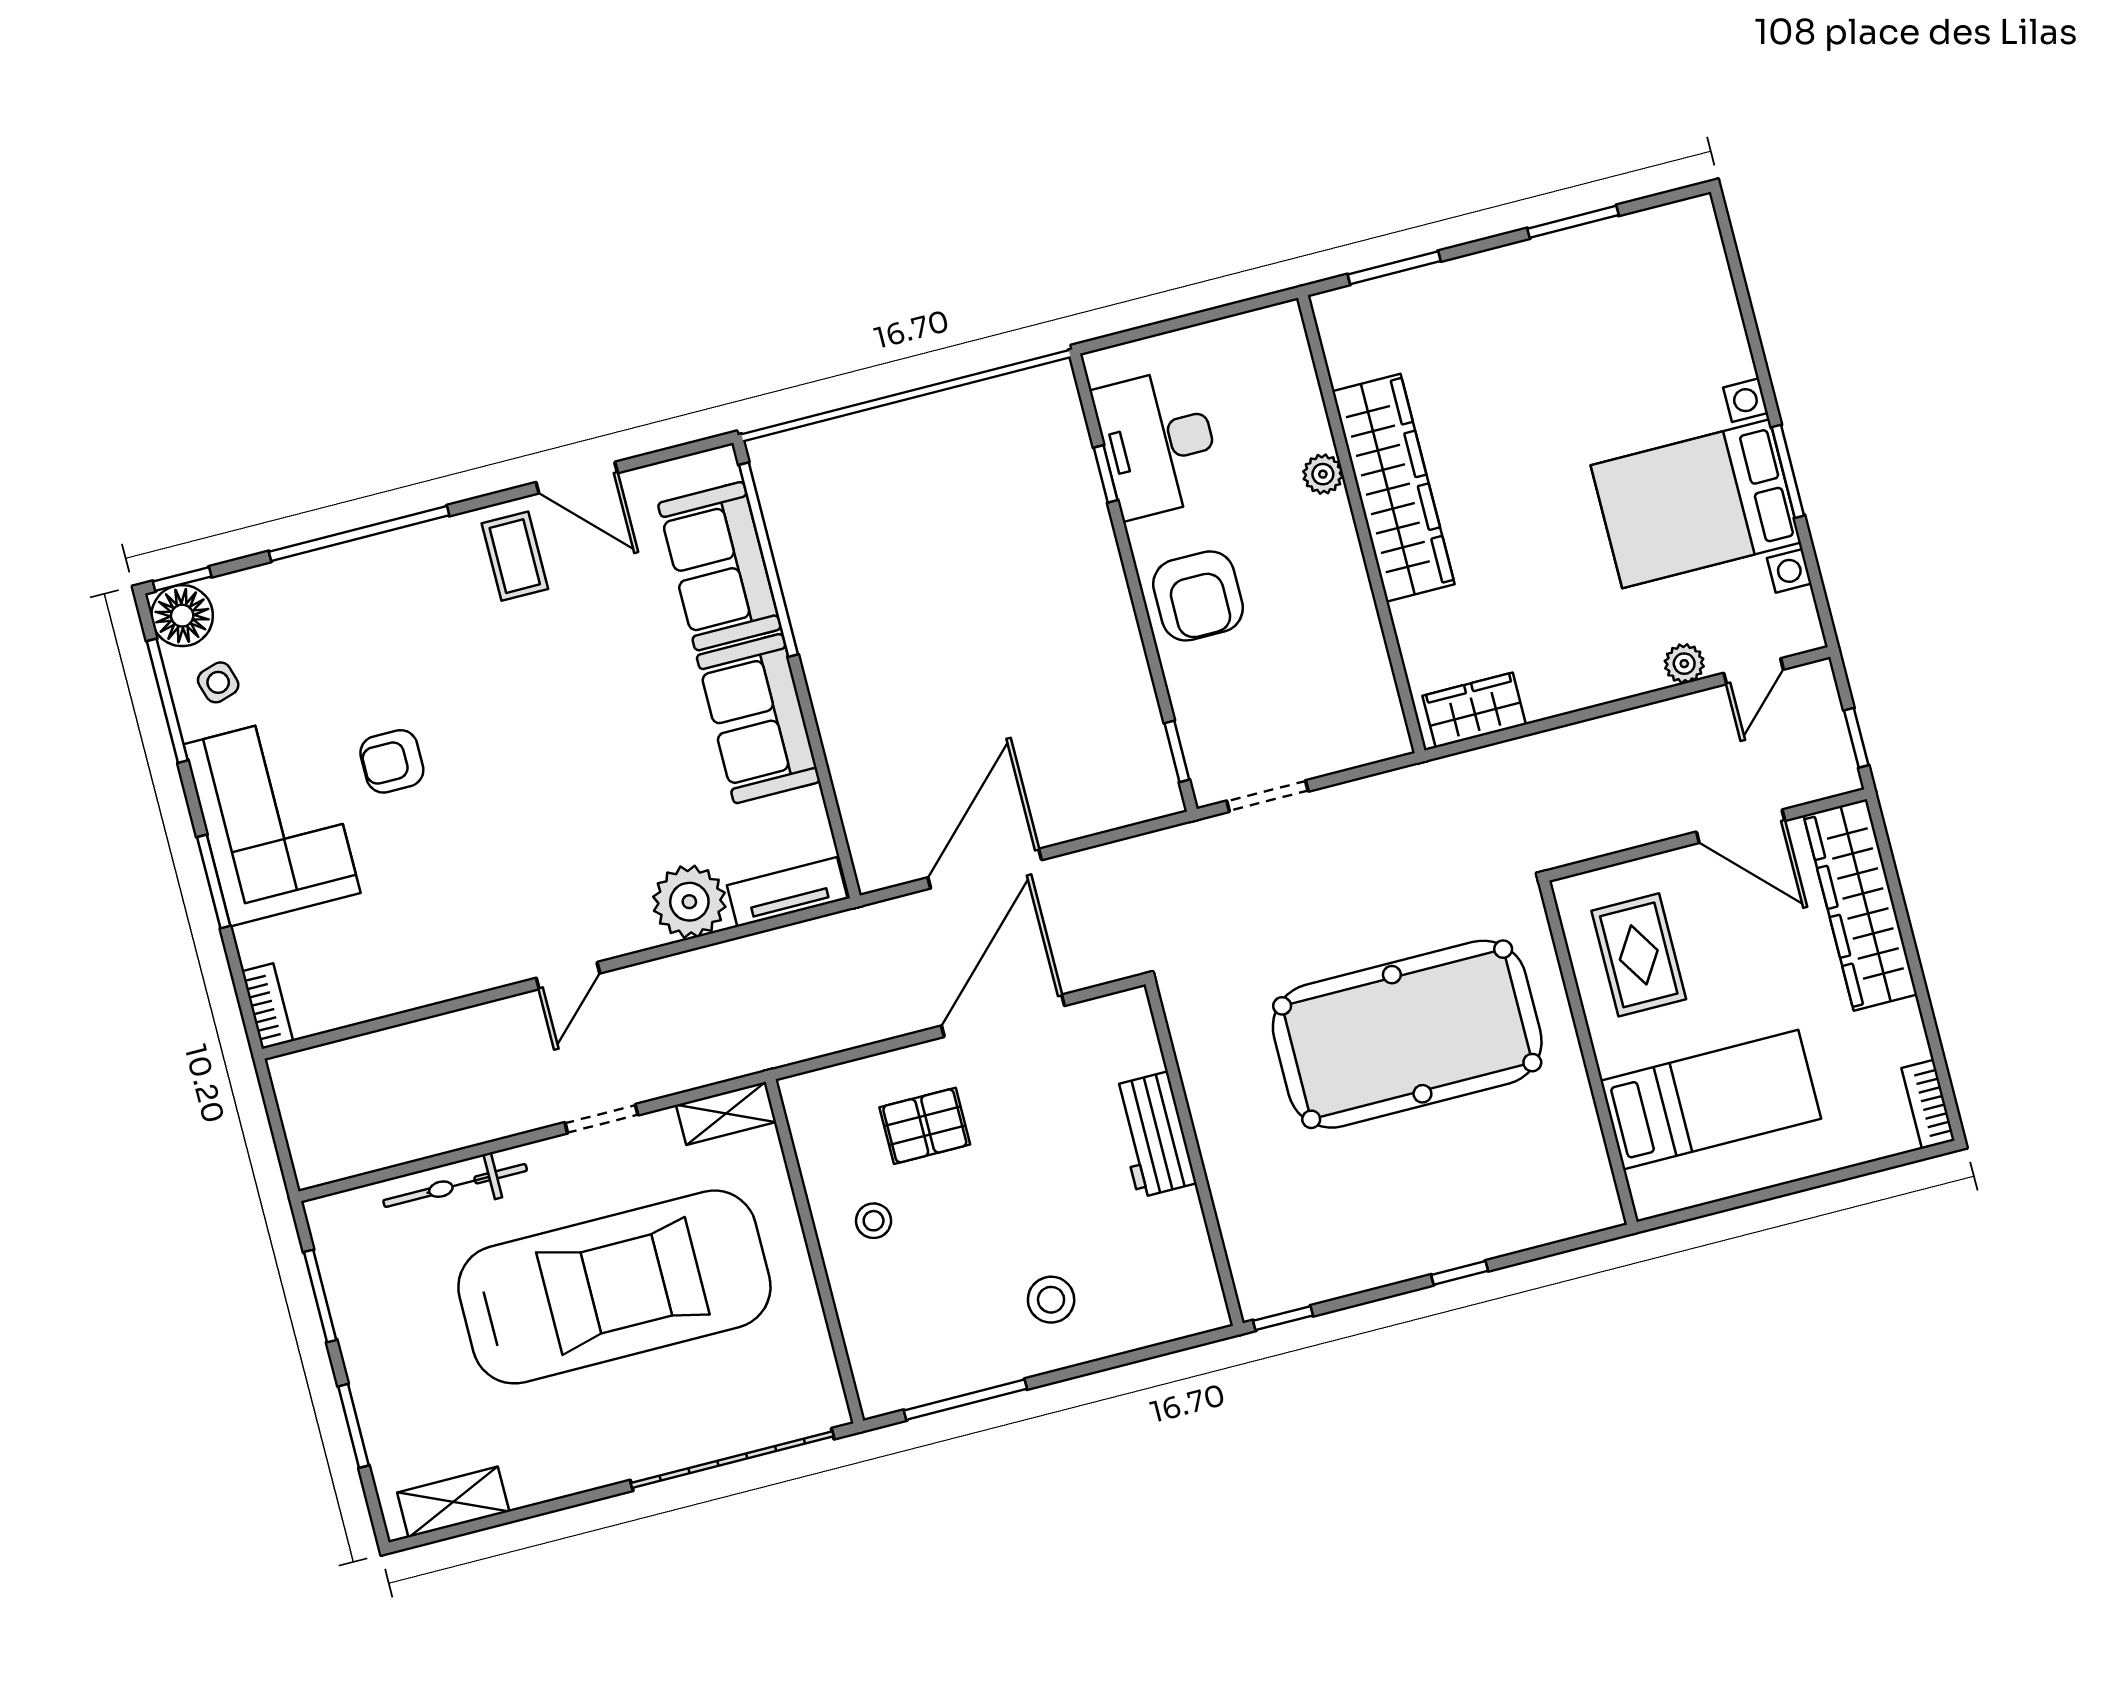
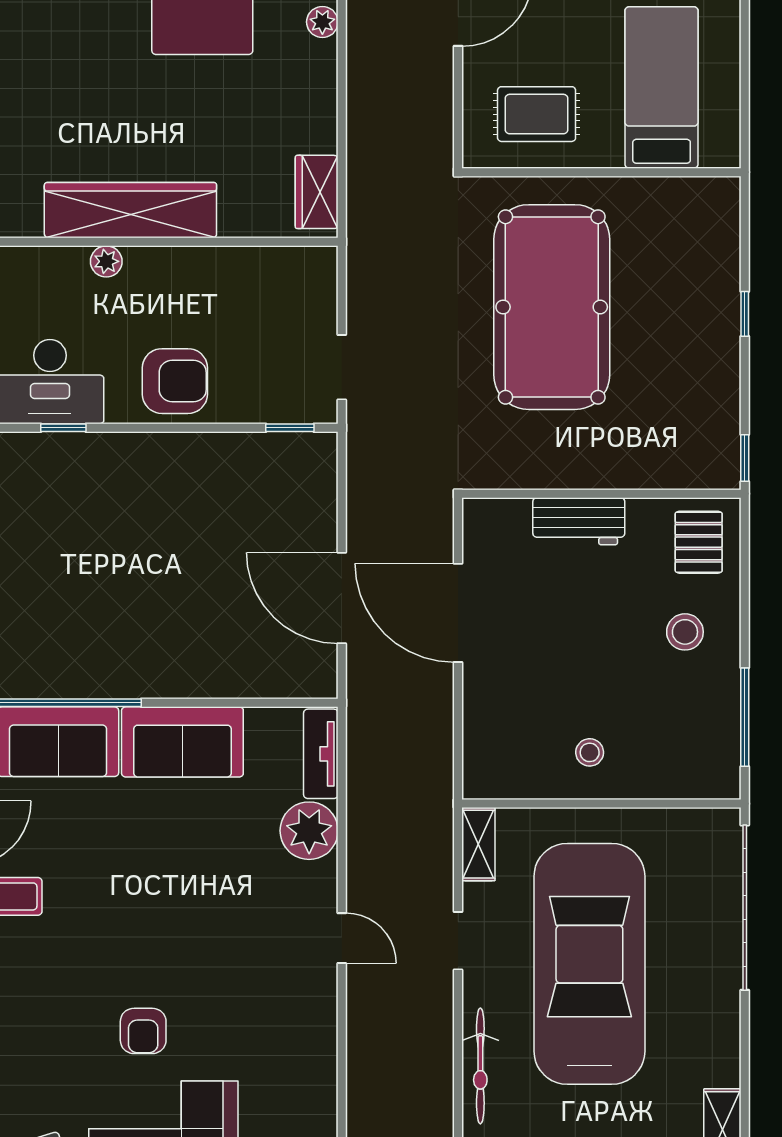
pallet: (925, 1126) -> (699, 542), moved

